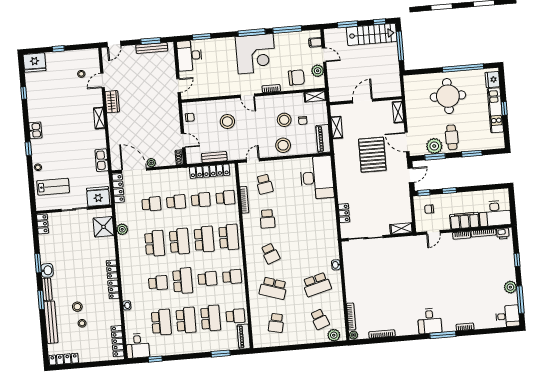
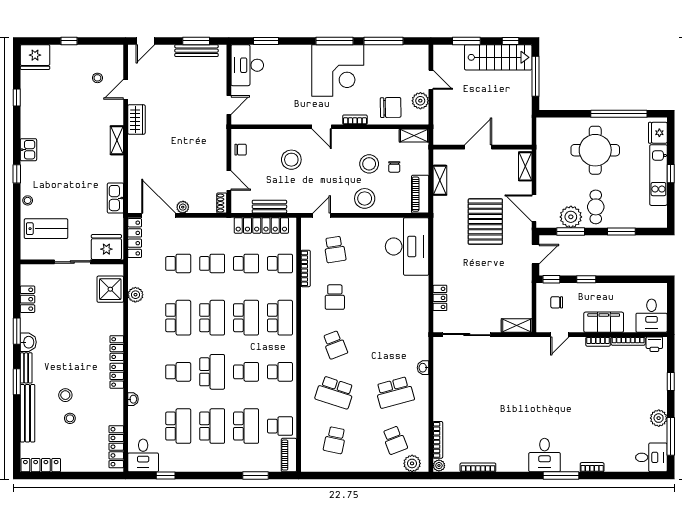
filing cabinet: (315, 42) -> (420, 62), removed
desk: (495, 213) -> (652, 316), width x0.73
locker: (43, 224) -> (27, 299), moved

